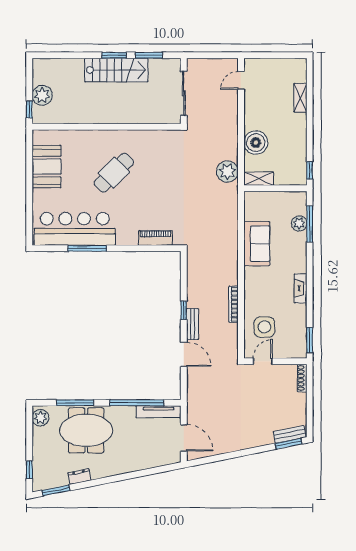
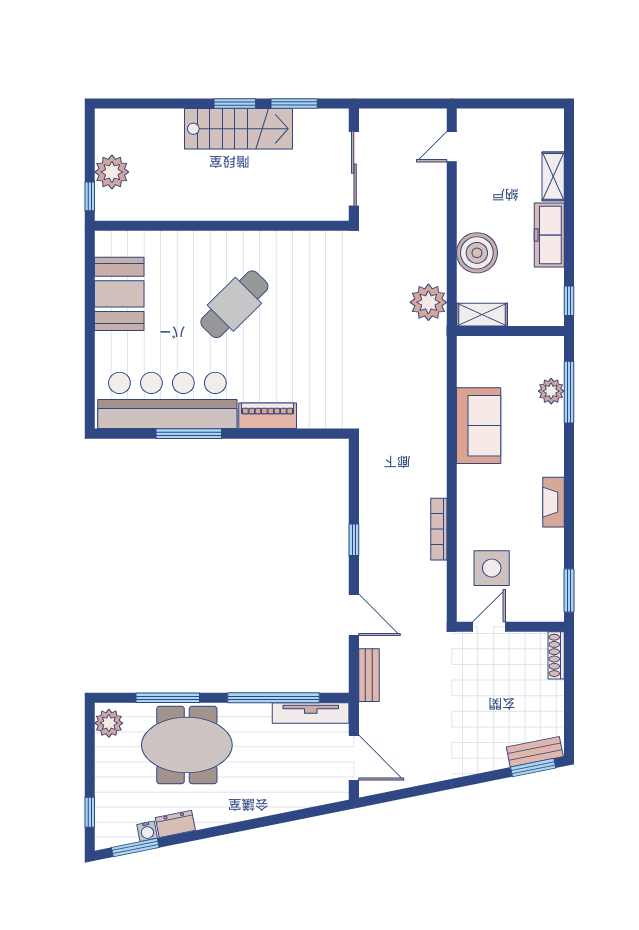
freezer: (298, 132) -> (549, 235), added
piano: (155, 238) -> (268, 416), moved
bench: (193, 324) -> (369, 675), moved
water cooler: (63, 481) -> (147, 831), added

